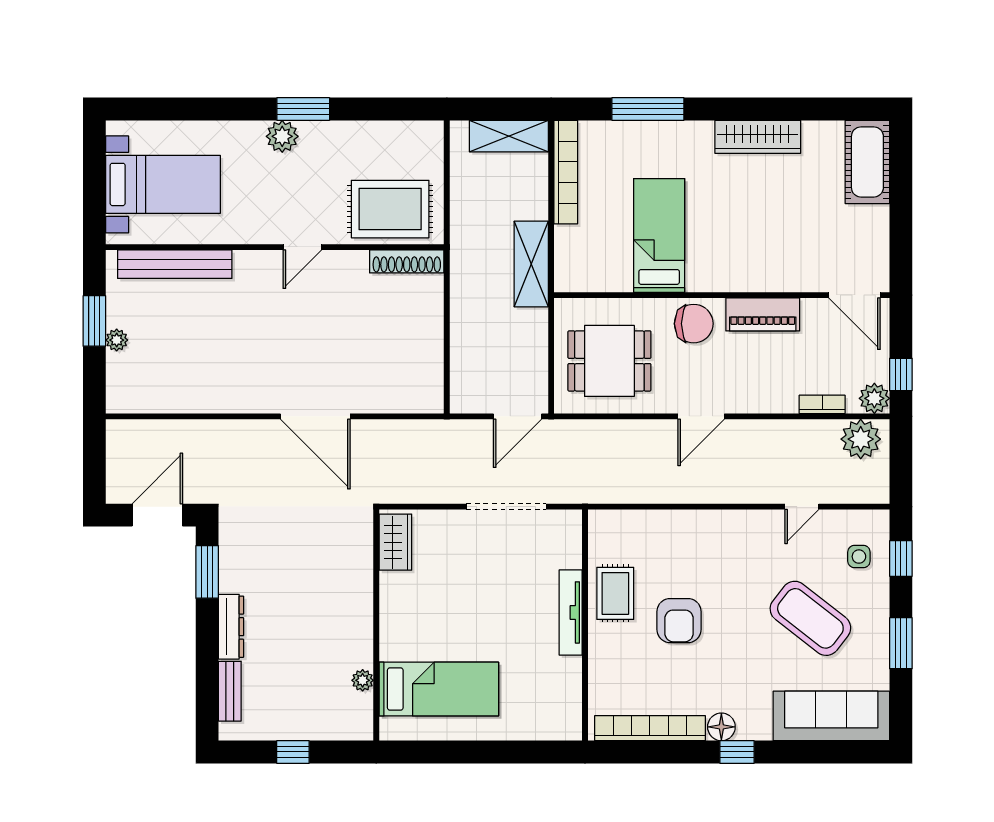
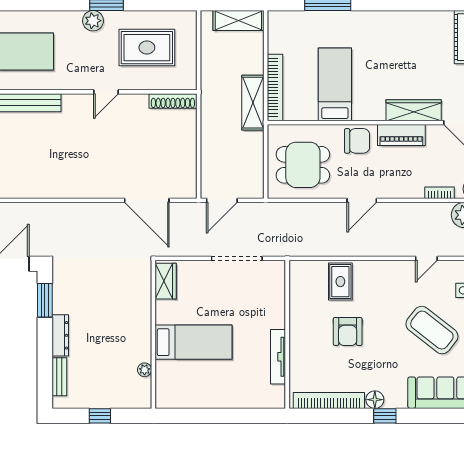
wardrobe: (758, 137) -> (414, 110), moved, turned 180
bookcase: (566, 172) -> (275, 87), moved
rug: (390, 209) -> (147, 48), moved
door: (315, 416) -> (147, 200), moved
door: (517, 416) -> (222, 200), moved
rug: (615, 593) -> (340, 282), moved
tv unit: (571, 612) -> (278, 357), moved
bed: (439, 689) -> (193, 342), moved

